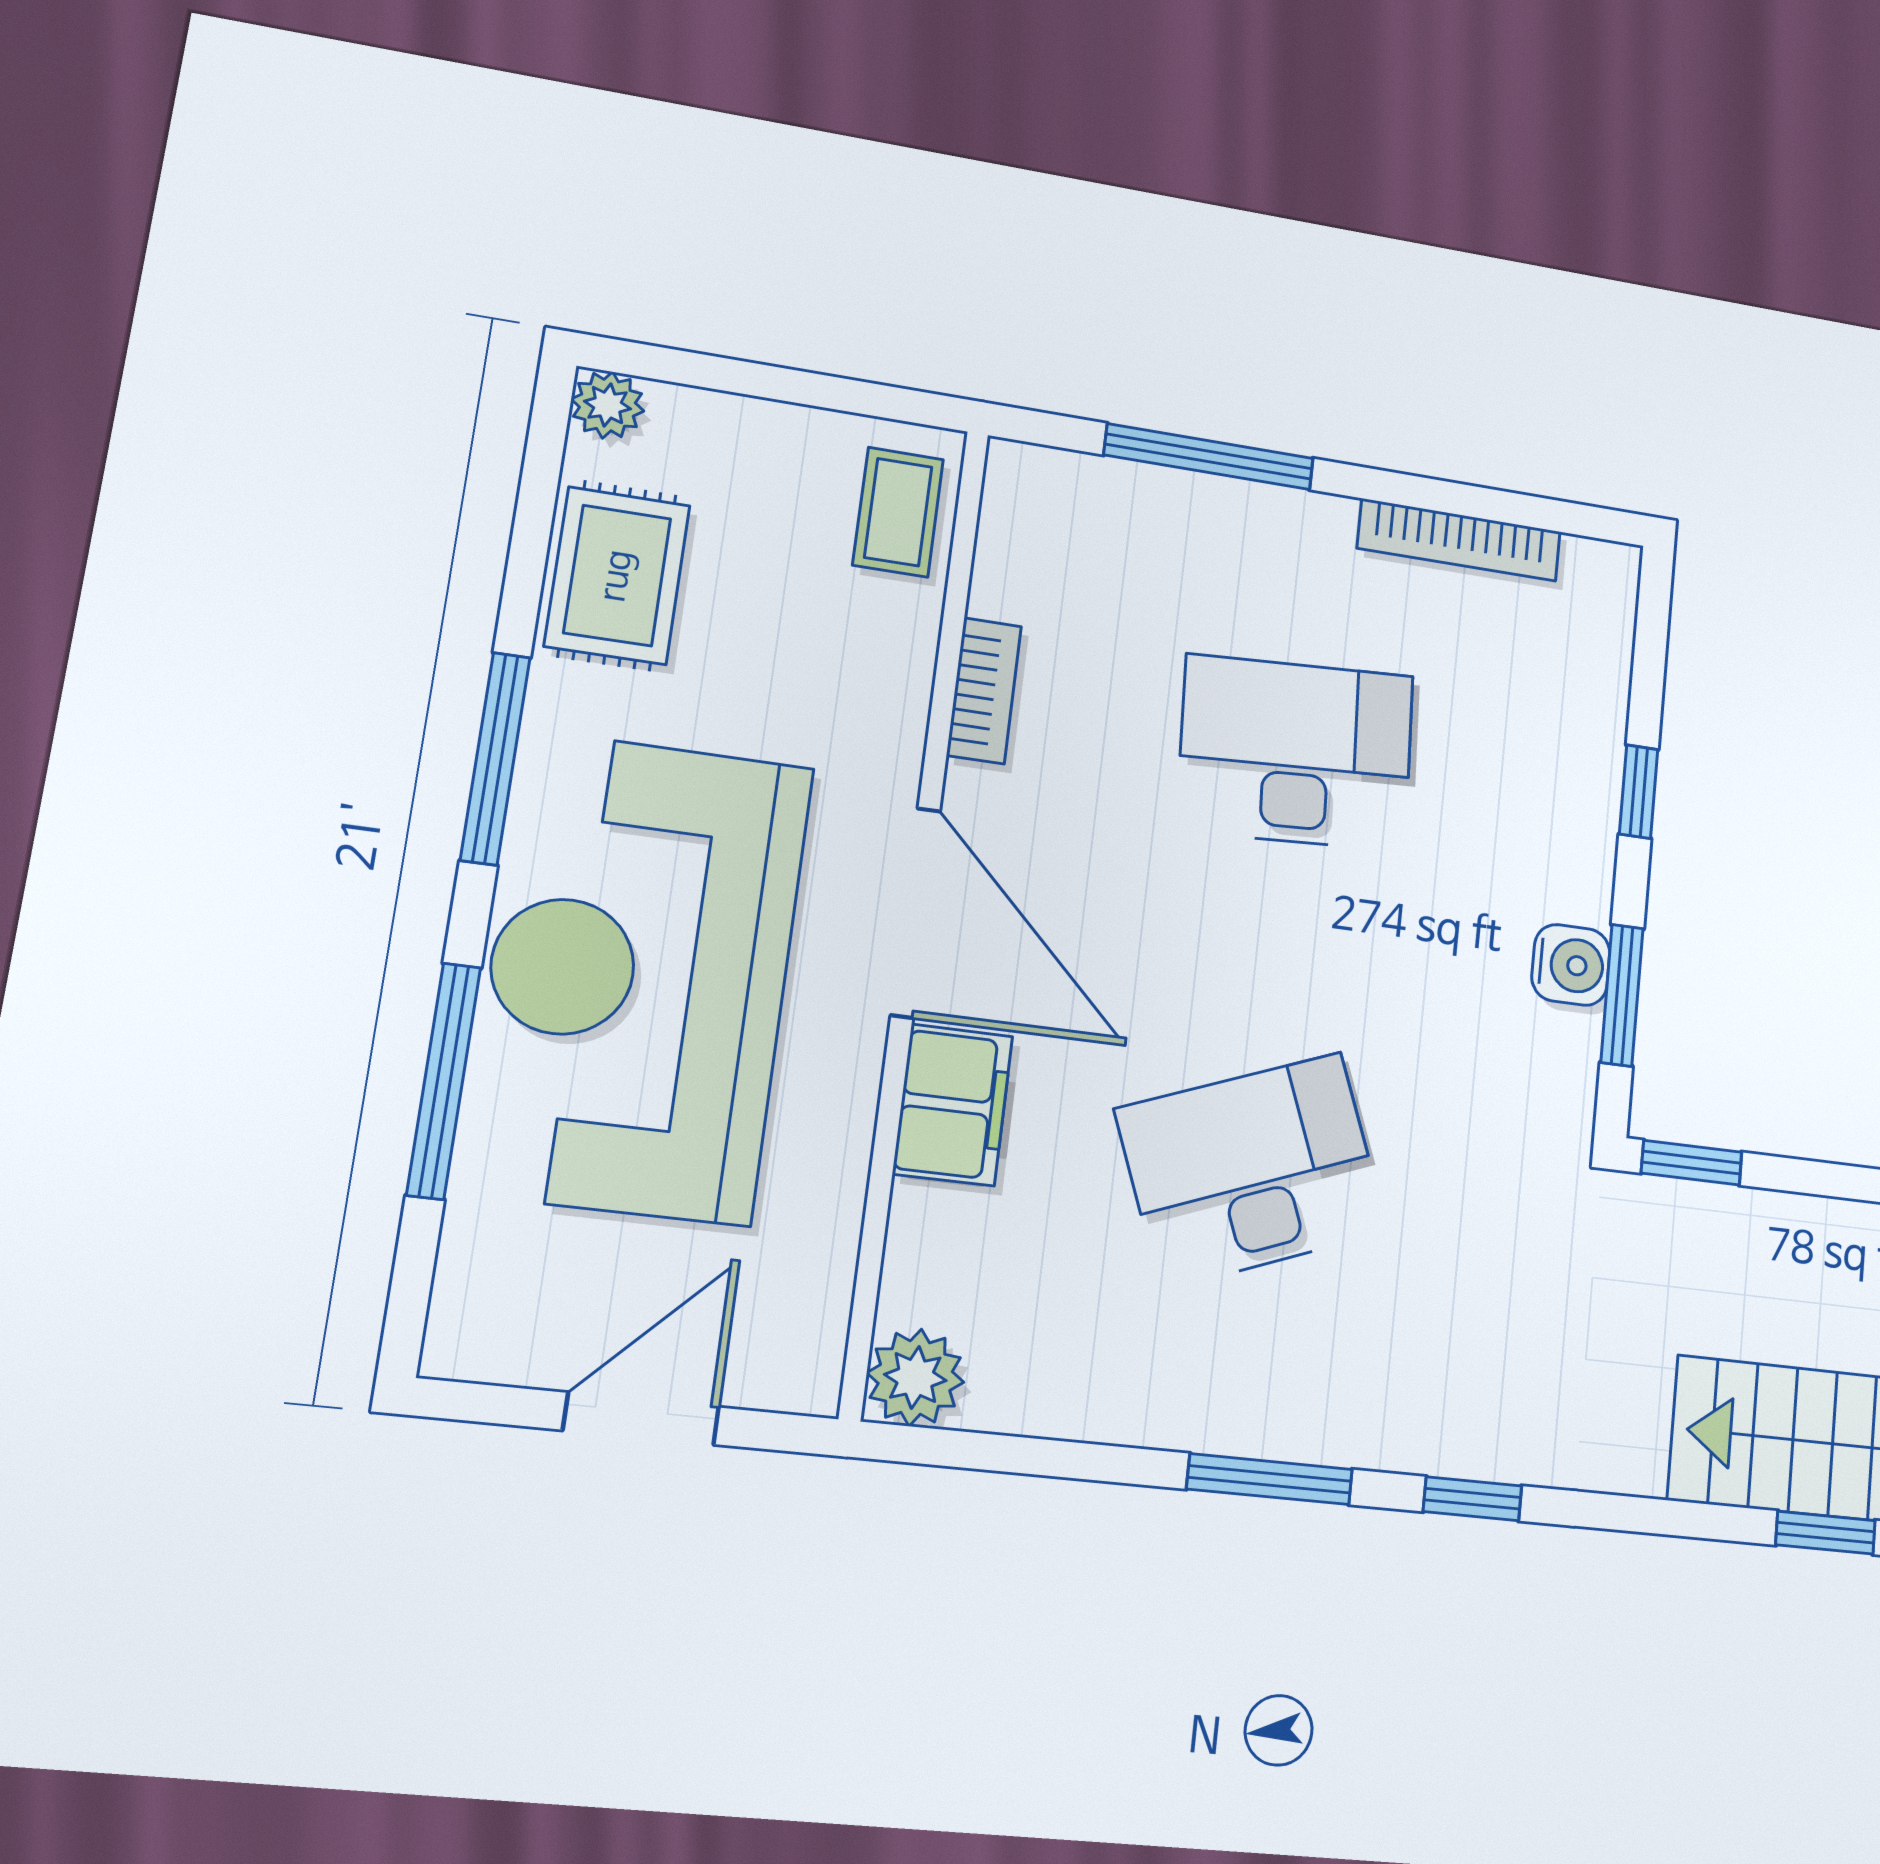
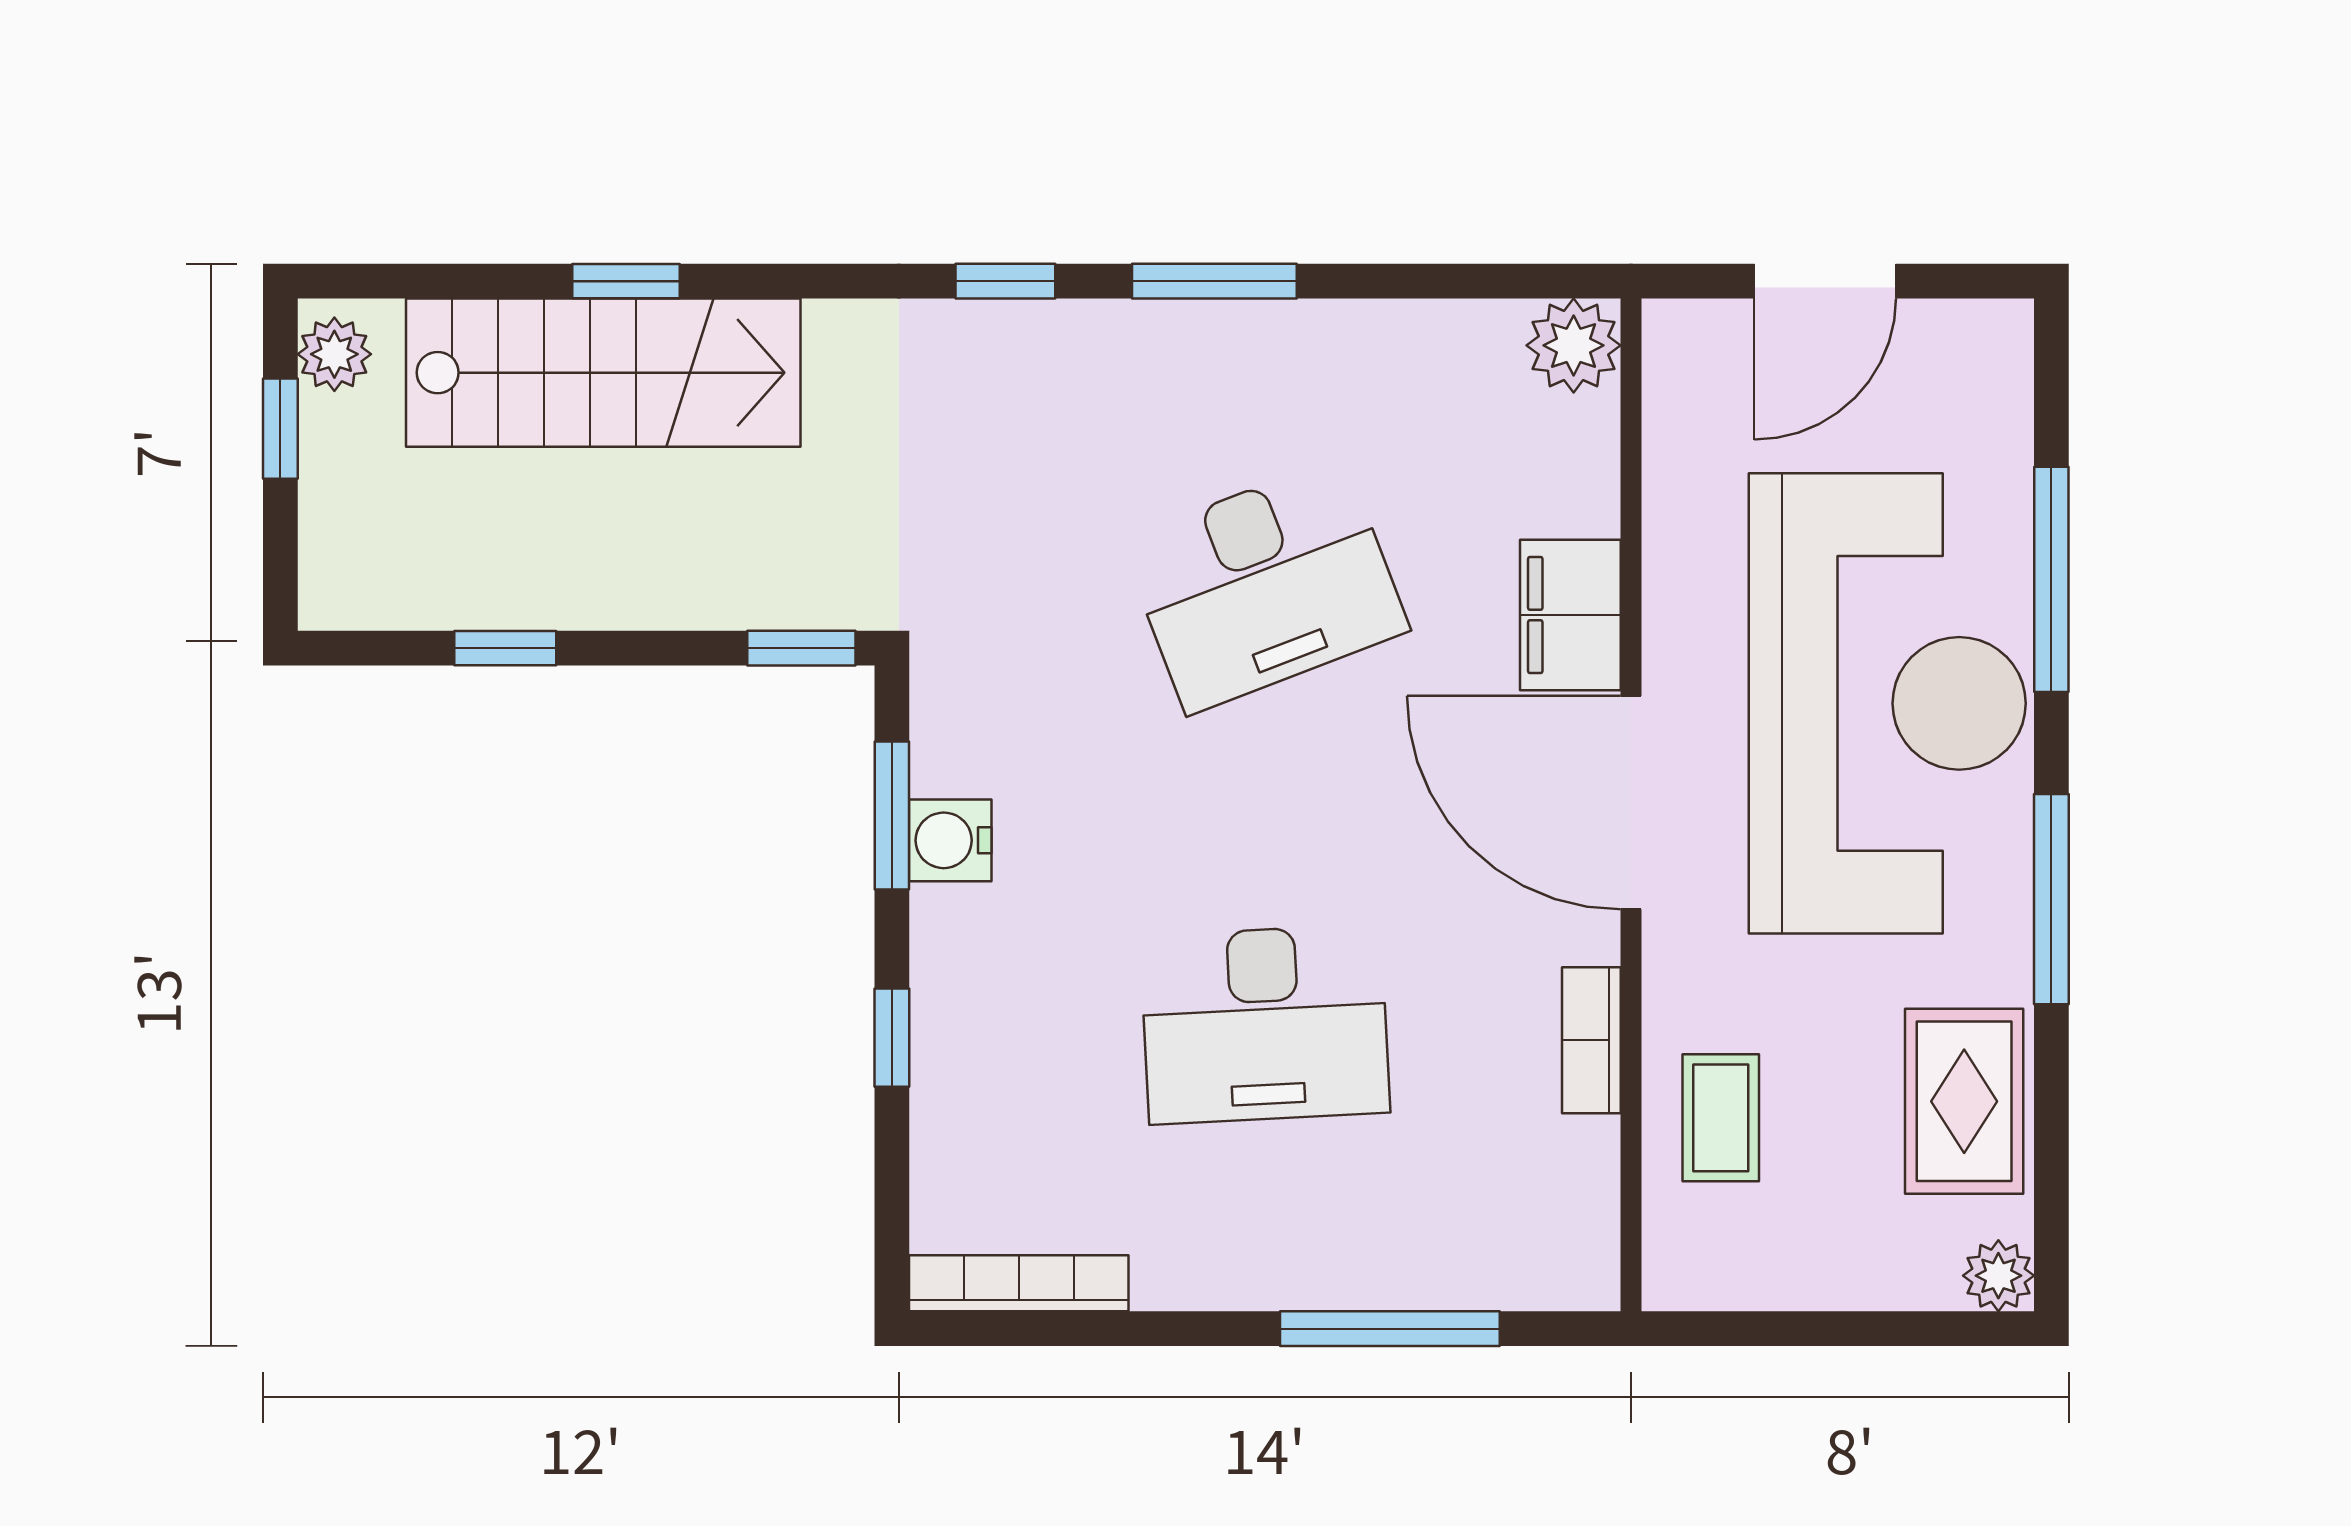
coffee table: (898, 512) -> (1721, 1118), moved
bookcase: (1459, 540) -> (1019, 1283), moved

